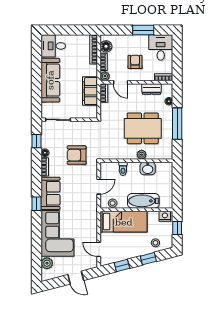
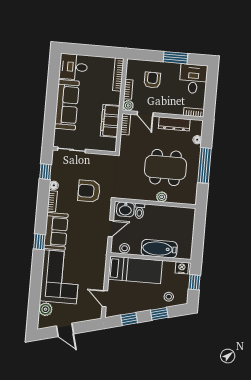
floor lamp: (106, 46) -> (132, 72), removed
armchair: (135, 62) -> (152, 80), moved
dresser: (151, 89) -> (174, 124), width x1.44
washbasin: (148, 168) -> (125, 209), moved
door: (76, 278) -> (65, 330), moved

